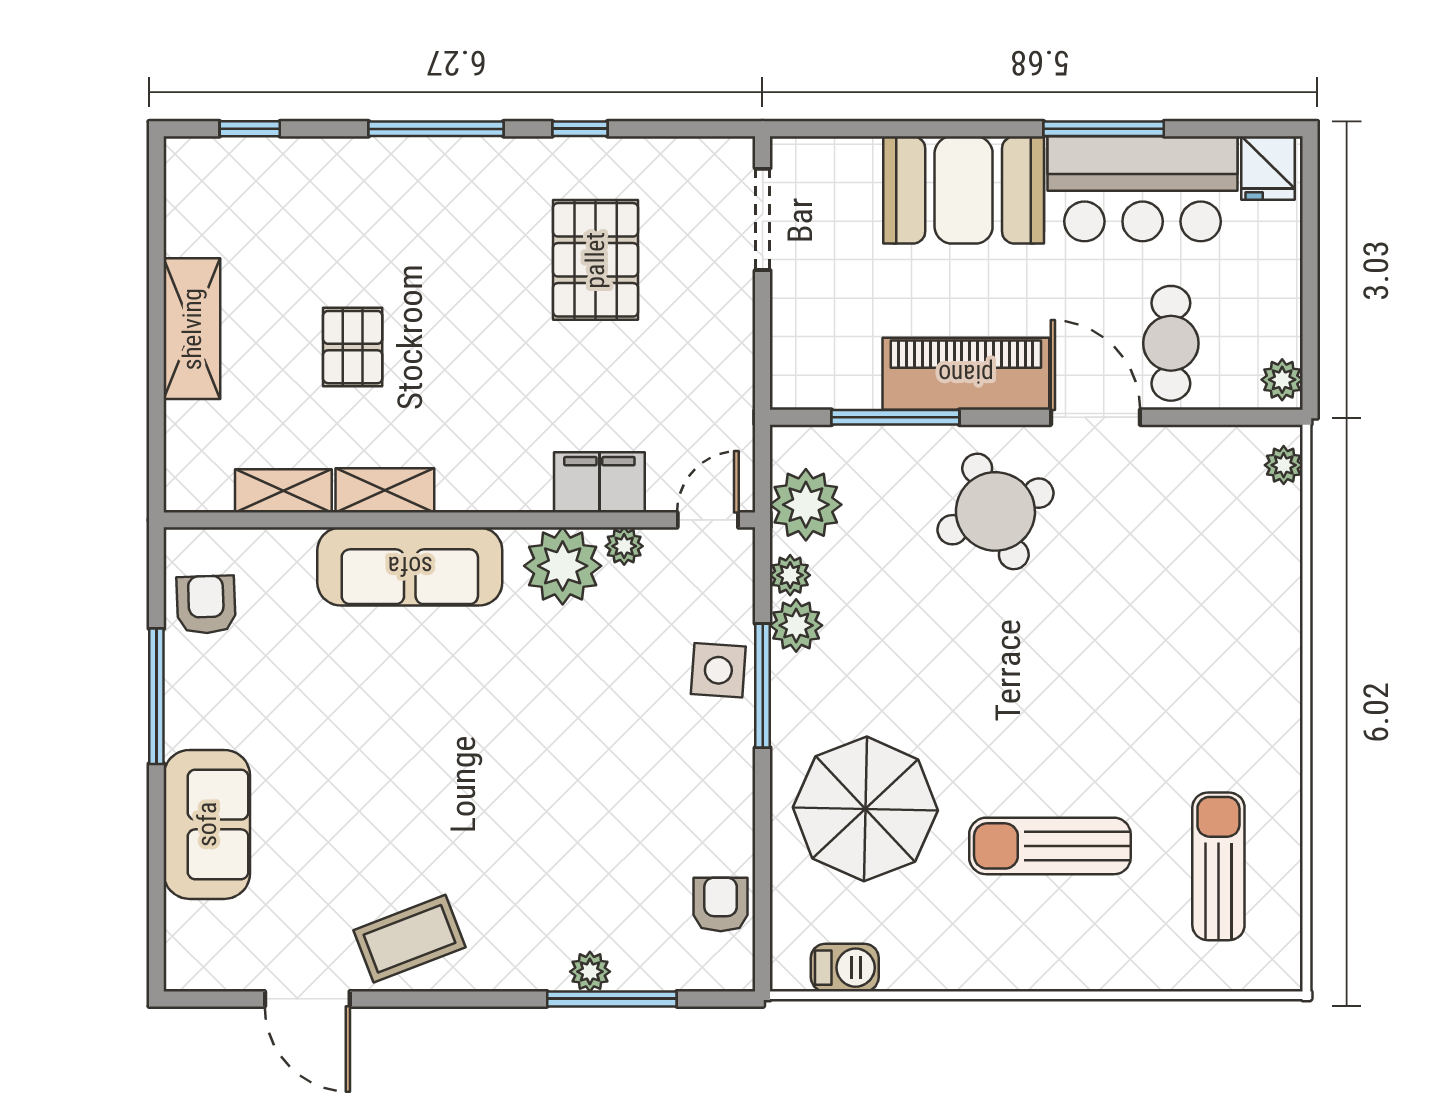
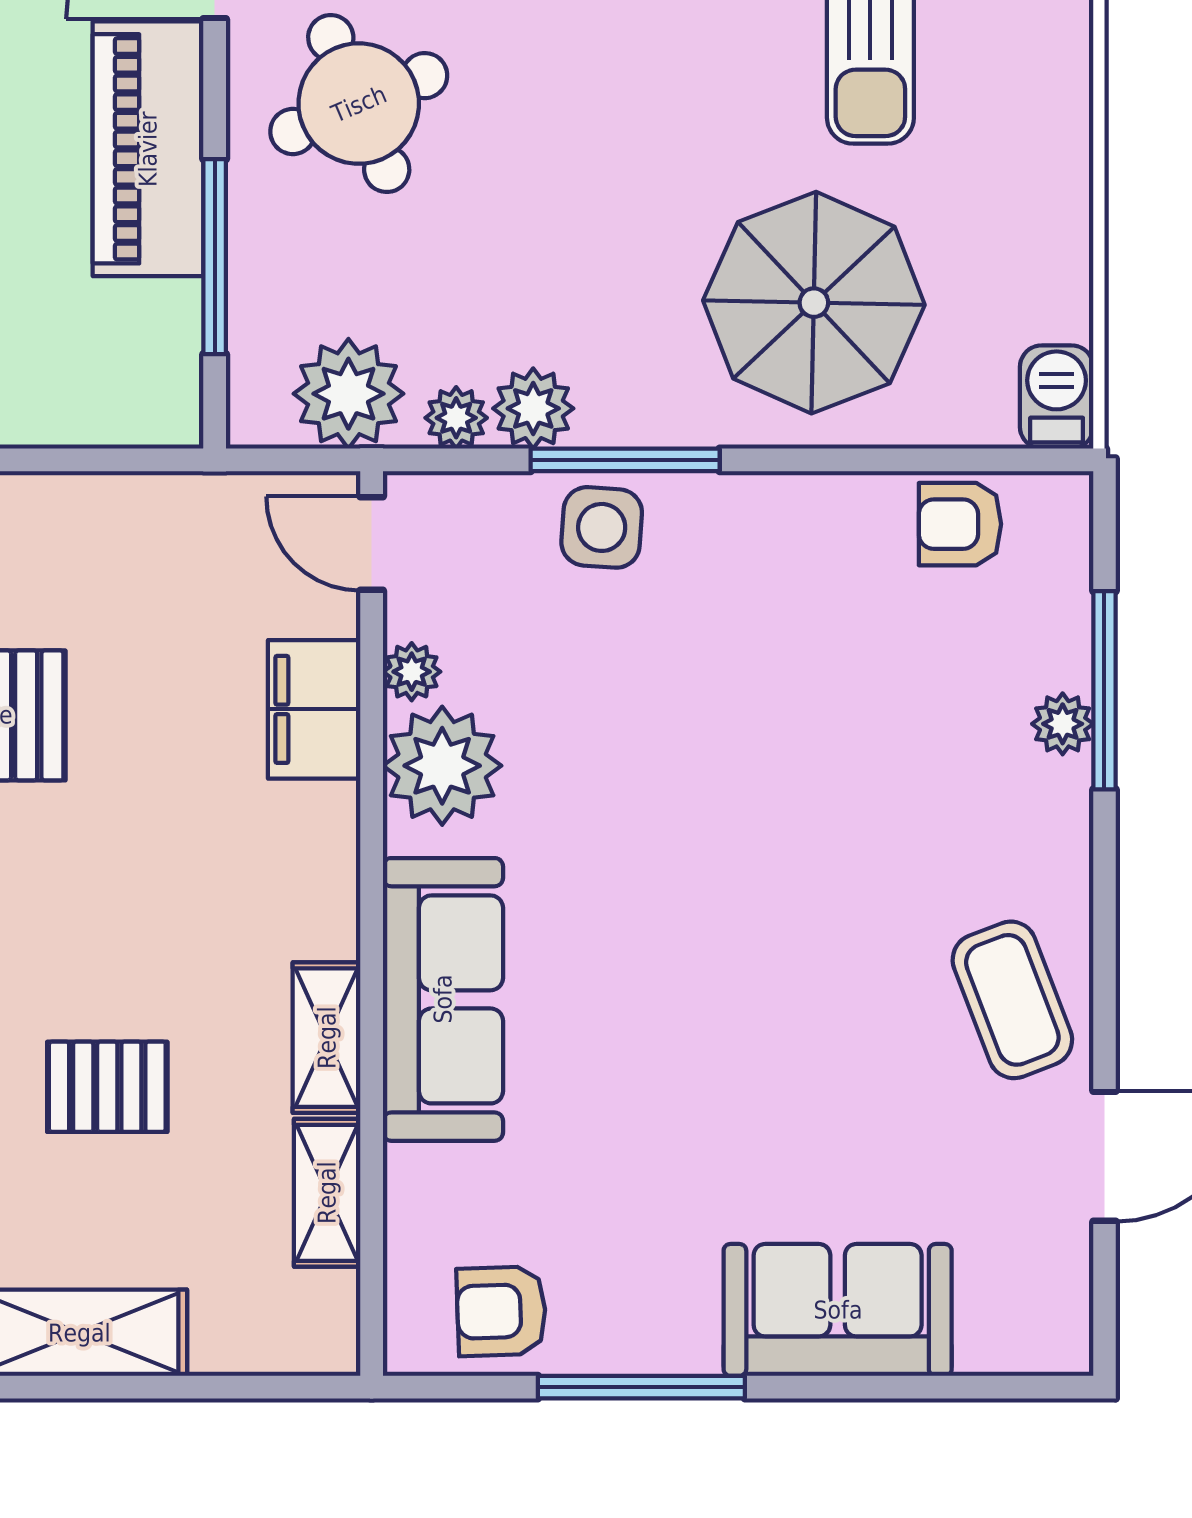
barbecue: (845, 968) -> (1057, 397), moved

